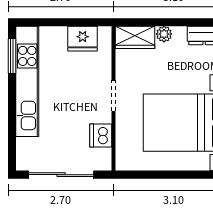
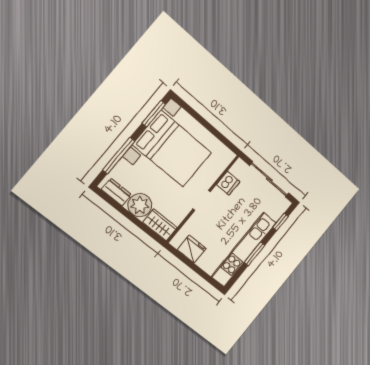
plant: (164, 34) -> (140, 205), width x1.87, depth x1.87
window: (12, 56) -> (254, 254), moved
window: (12, 141) -> (280, 222), added

